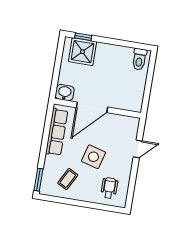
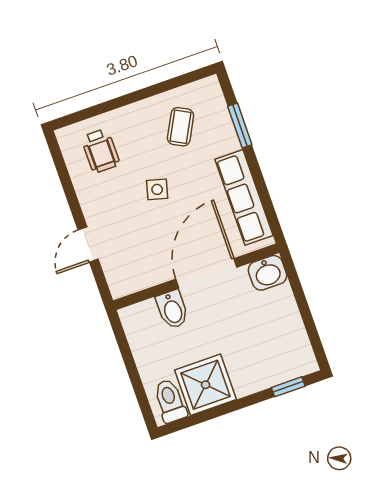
shower: (83, 52) -> (206, 385), moved
bidet: (116, 100) -> (172, 309), added
side table: (93, 157) -> (157, 189), width x0.54, depth x0.54
window: (39, 180) -> (240, 126), moved

